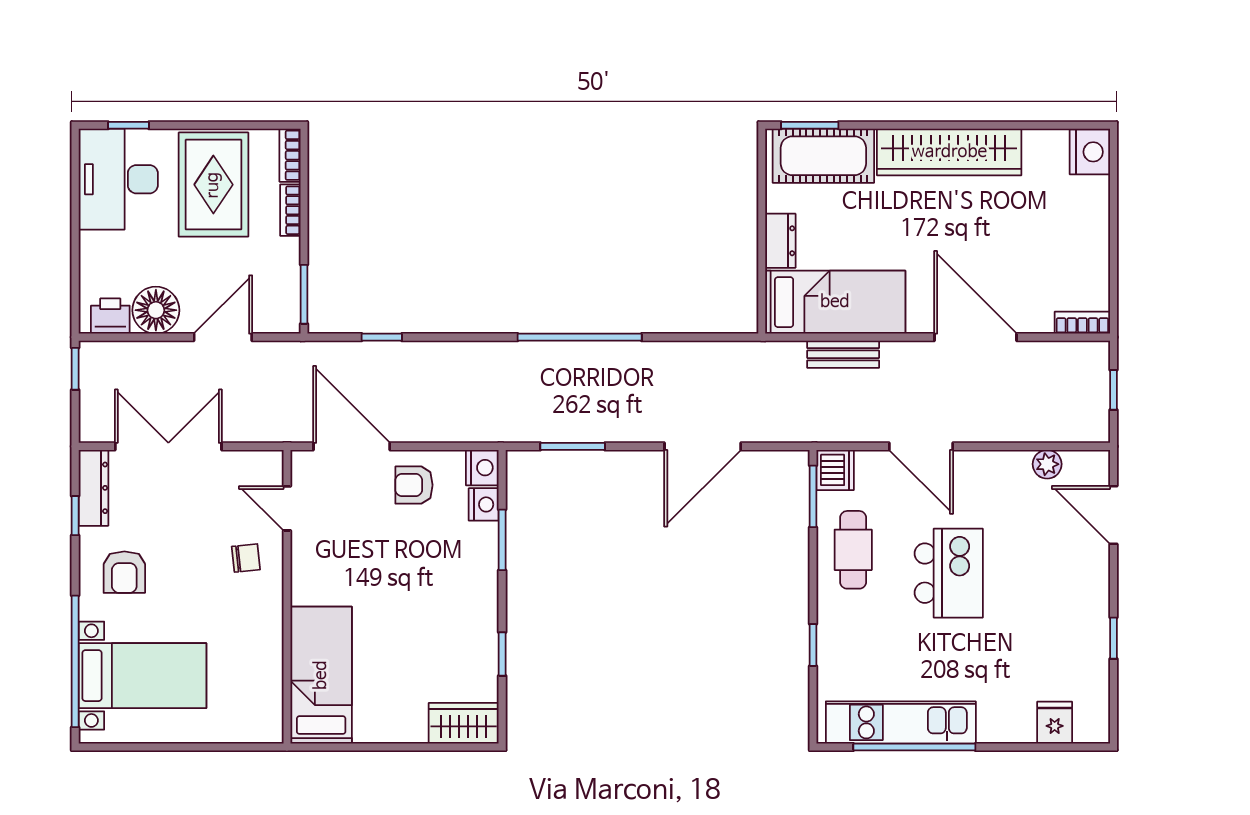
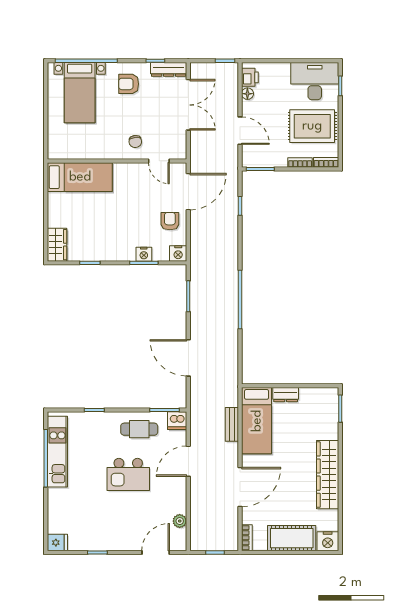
cot: (823, 156) -> (292, 538), moved, turned 90
floor lamp: (156, 310) -> (247, 94), width x0.53, depth x0.53
nightstand: (484, 504) -> (144, 254), moved
door: (287, 508) -> (159, 161), swing flipped
fridge: (1055, 723) -> (57, 543), moved

